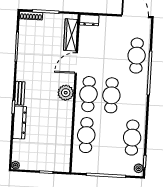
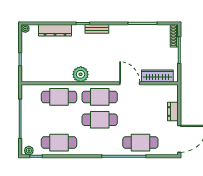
dresser: (89, 20) -> (173, 112), moved
plant: (66, 93) -> (81, 74), moved
dresser: (20, 122) -> (55, 30), moved

